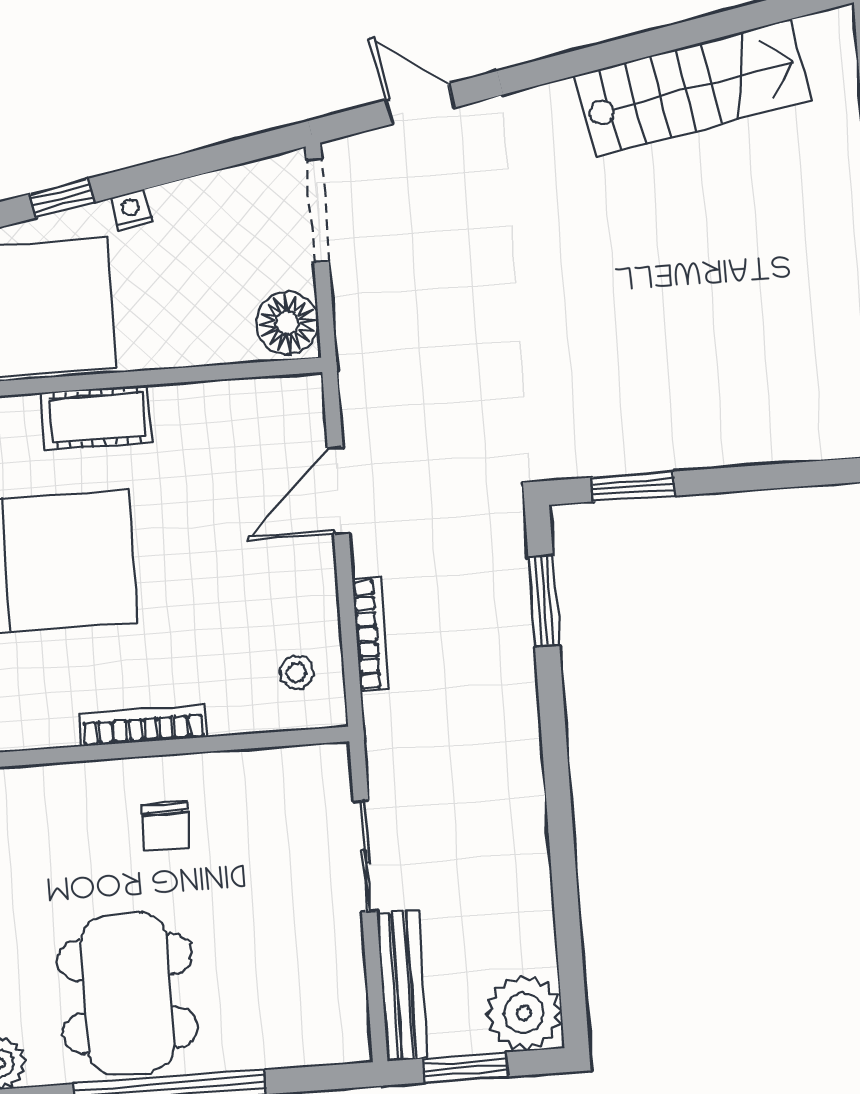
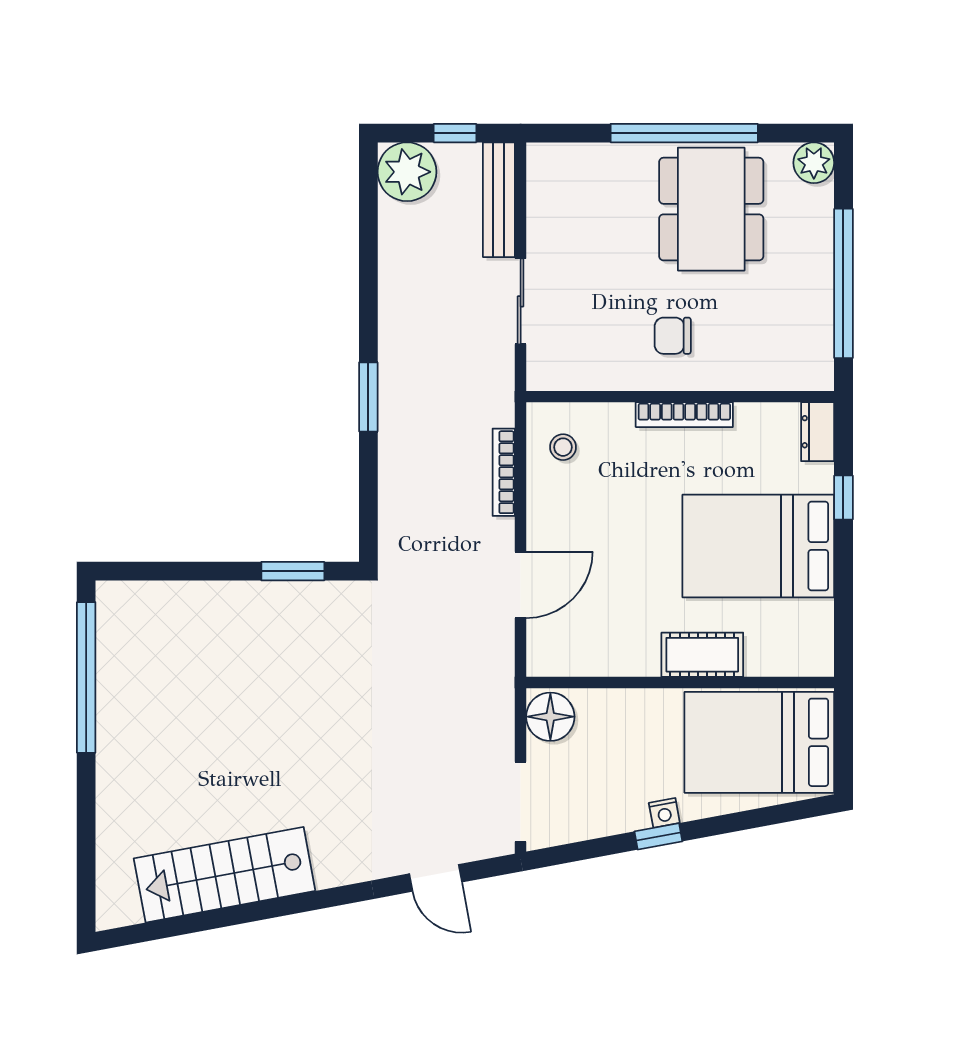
window: (62, 198) -> (658, 836), moved
window: (544, 601) -> (368, 397), moved
chair: (165, 827) -> (673, 336), turned -90
window: (466, 1067) -> (455, 133), width x0.67

